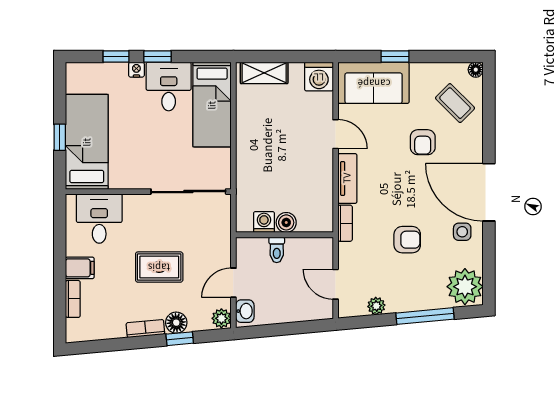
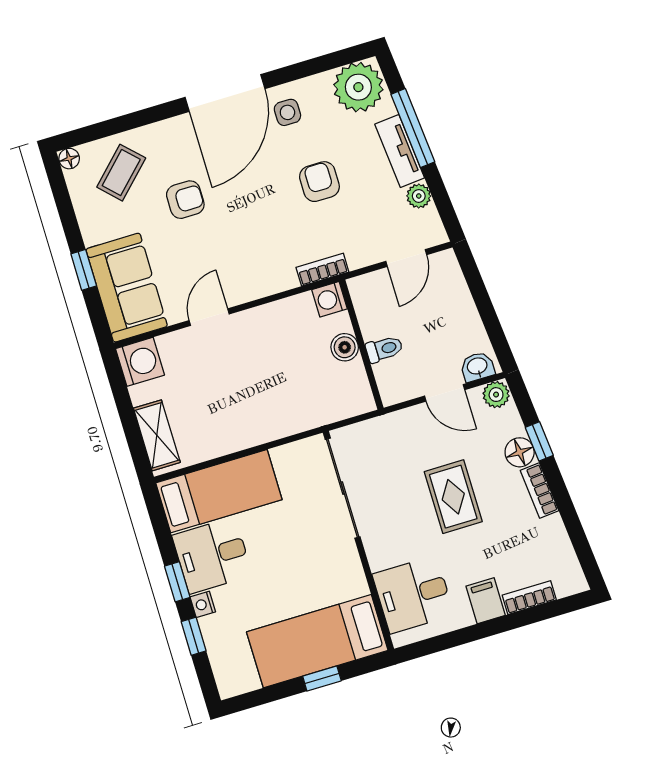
tv unit: (347, 178) -> (400, 151), moved, turned -95
washing machine: (264, 222) -> (330, 299), moved

